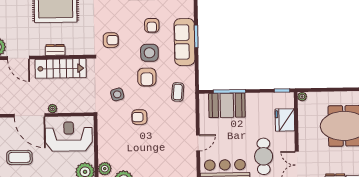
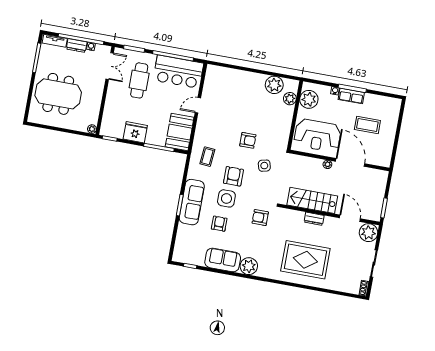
booth: (227, 105) -> (180, 132), moved, turned 90
fridge: (285, 120) -> (135, 132), moved, turned -90

